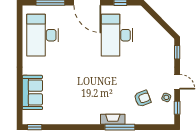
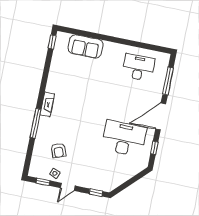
desk: (43, 35) -> (138, 67), width x0.73, depth x0.77
fireplace: (113, 119) -> (47, 104), moved

